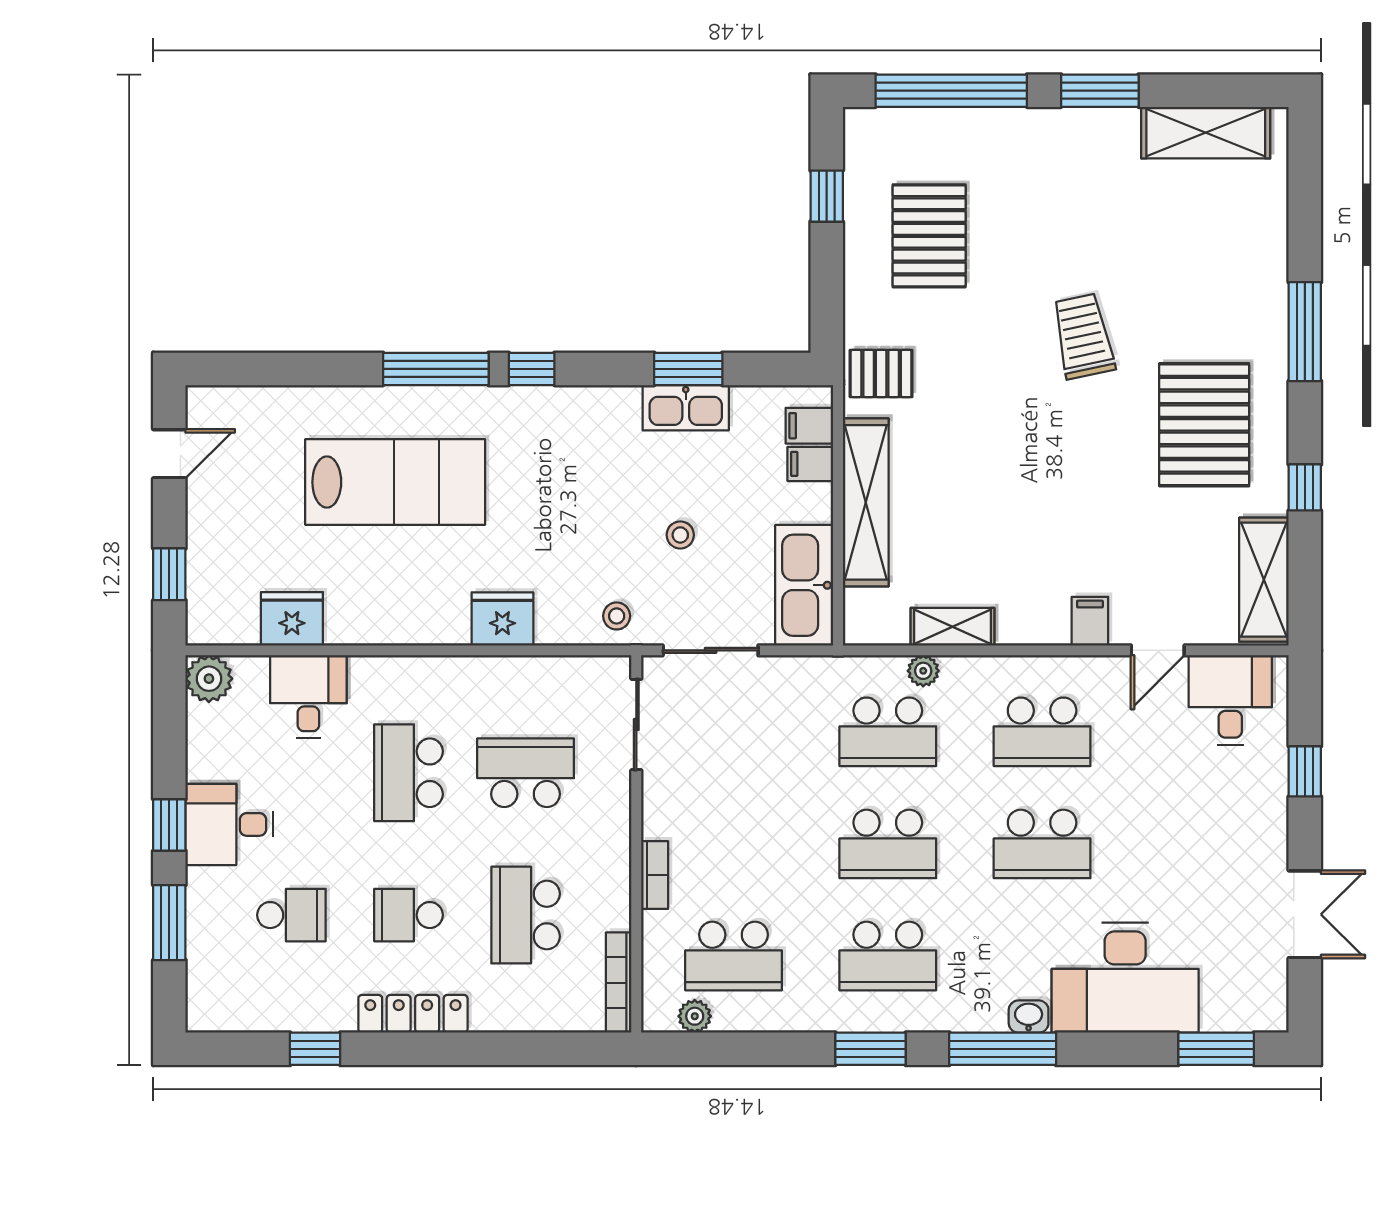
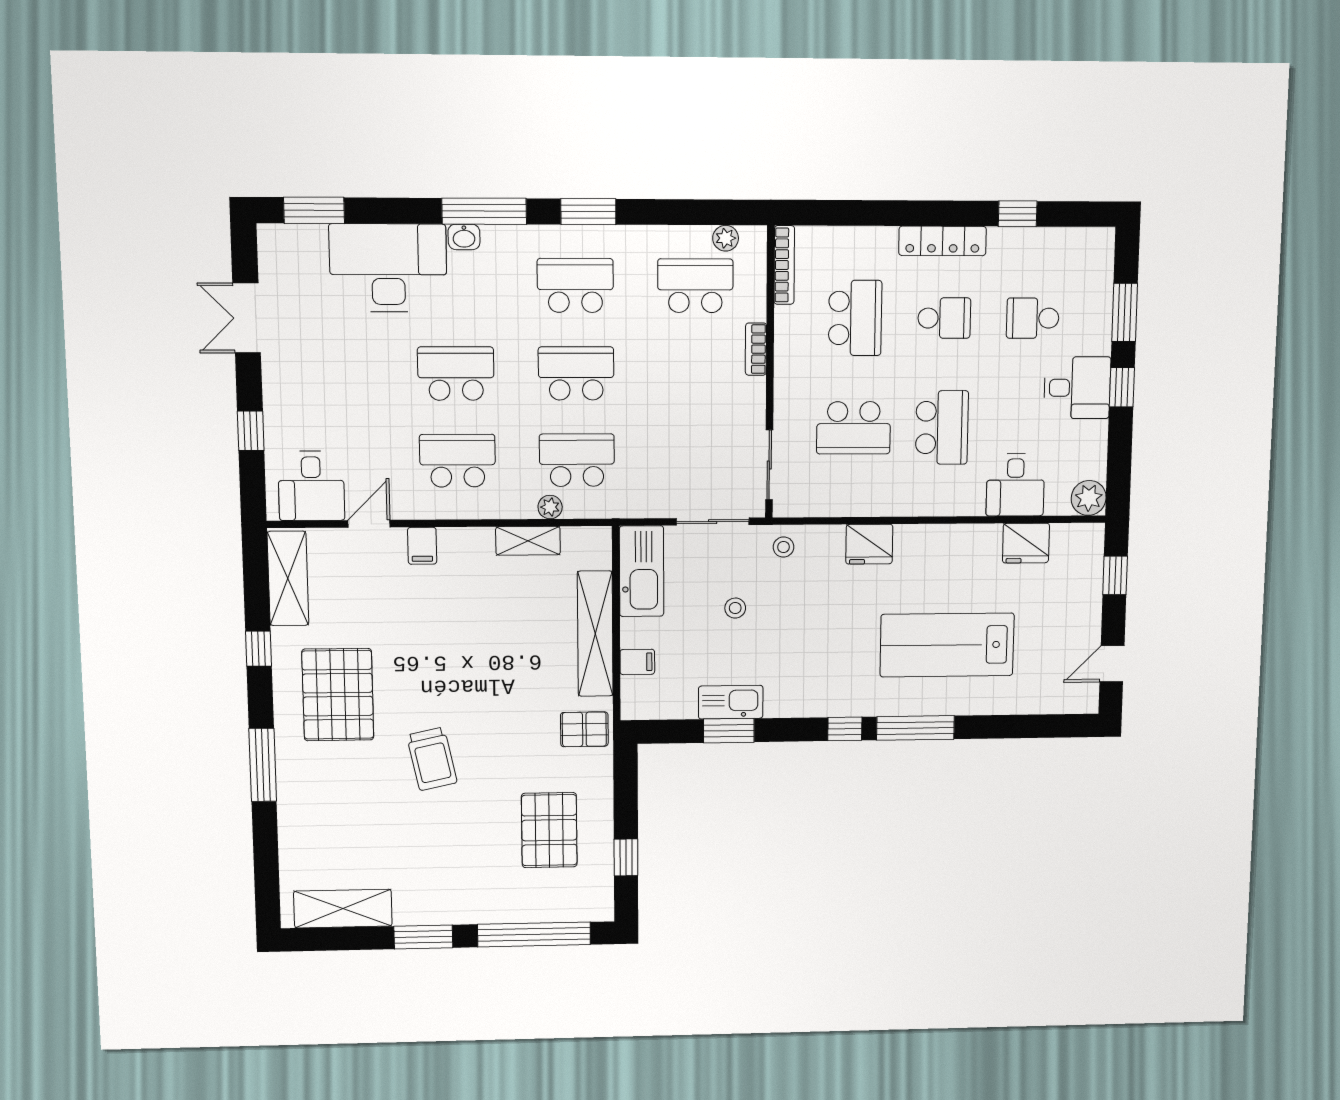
filing cabinet: (809, 426) -> (638, 690), removed

